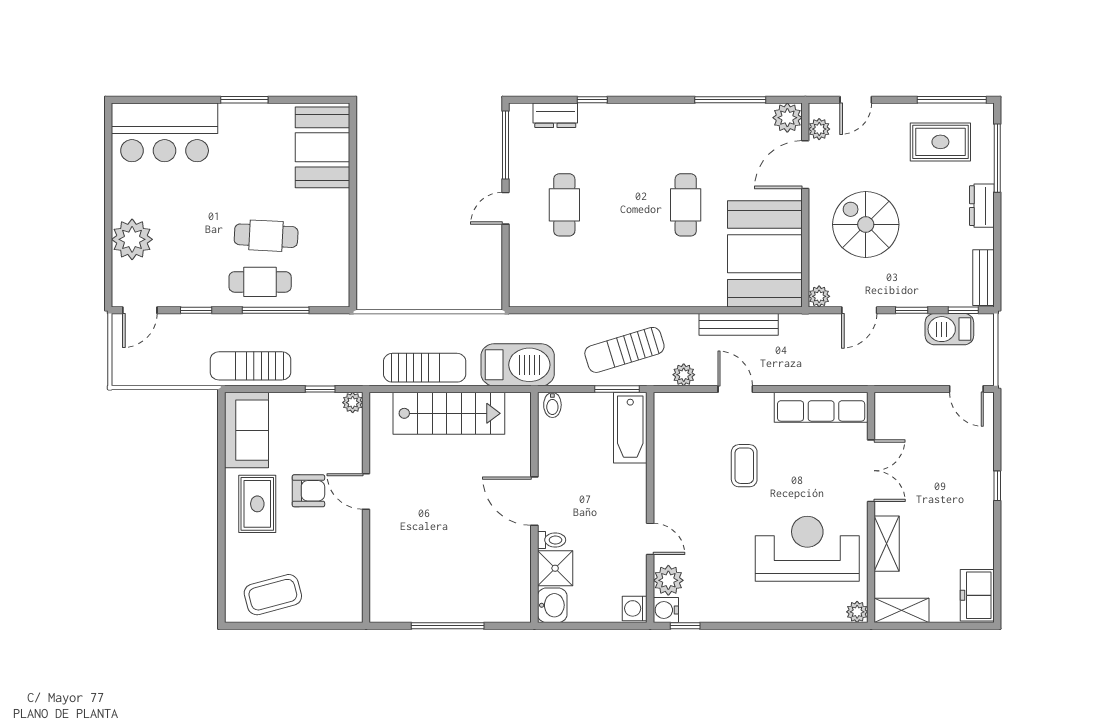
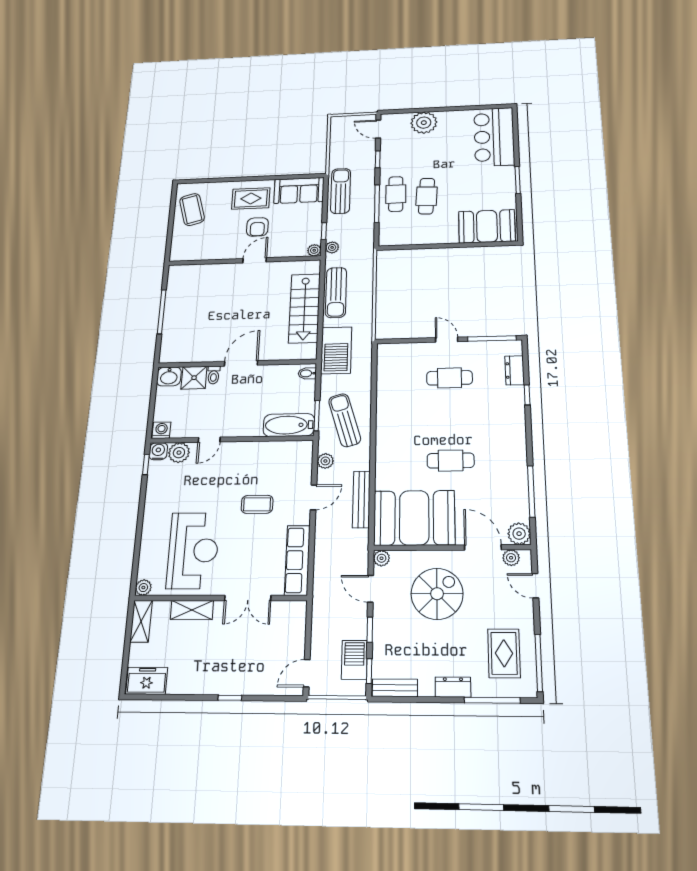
plant: (349, 376) -> (332, 247), added

